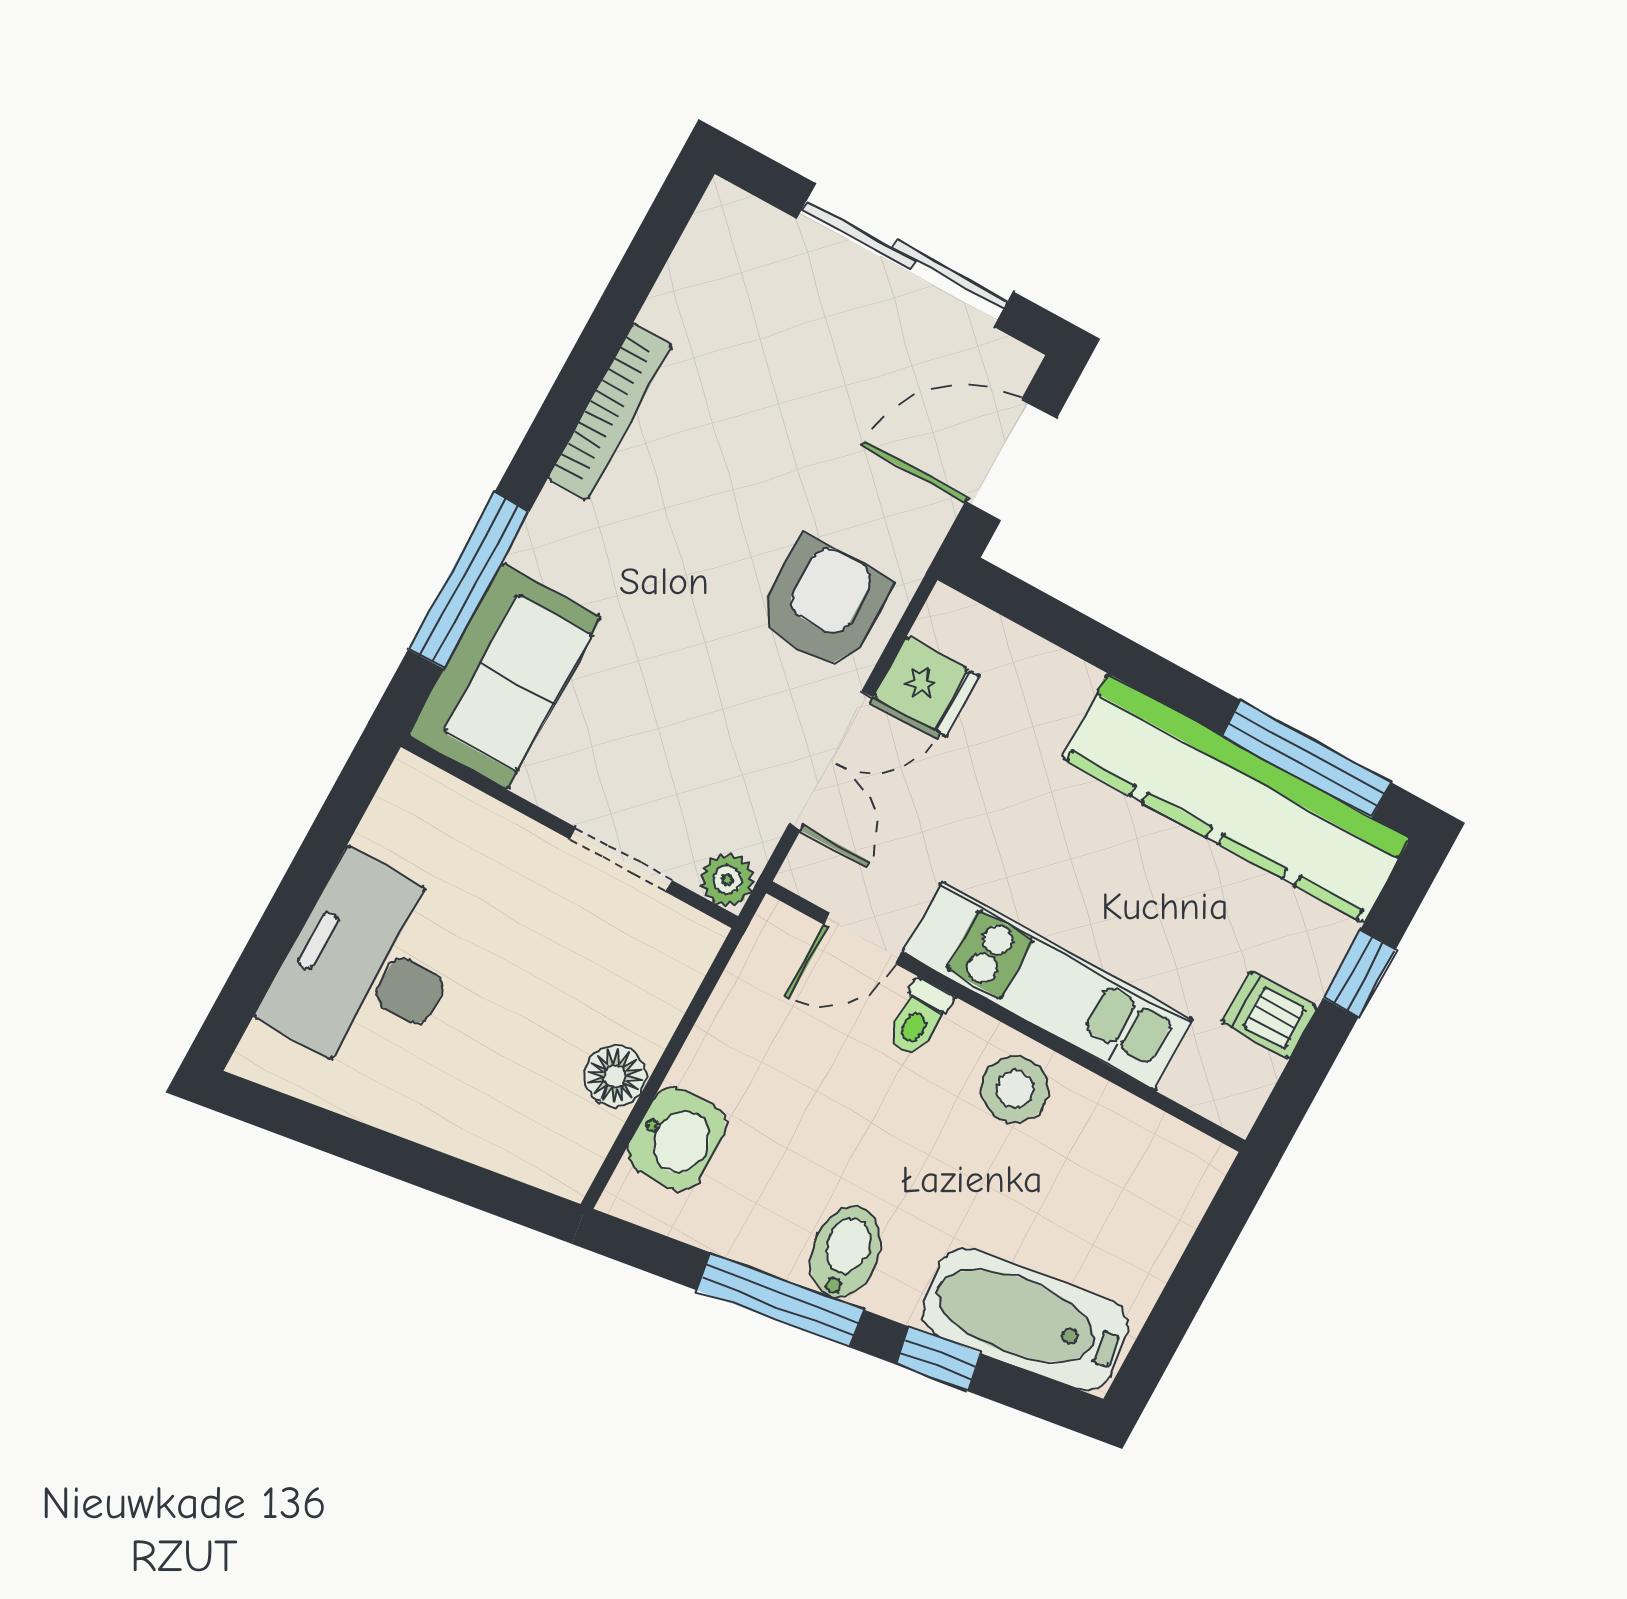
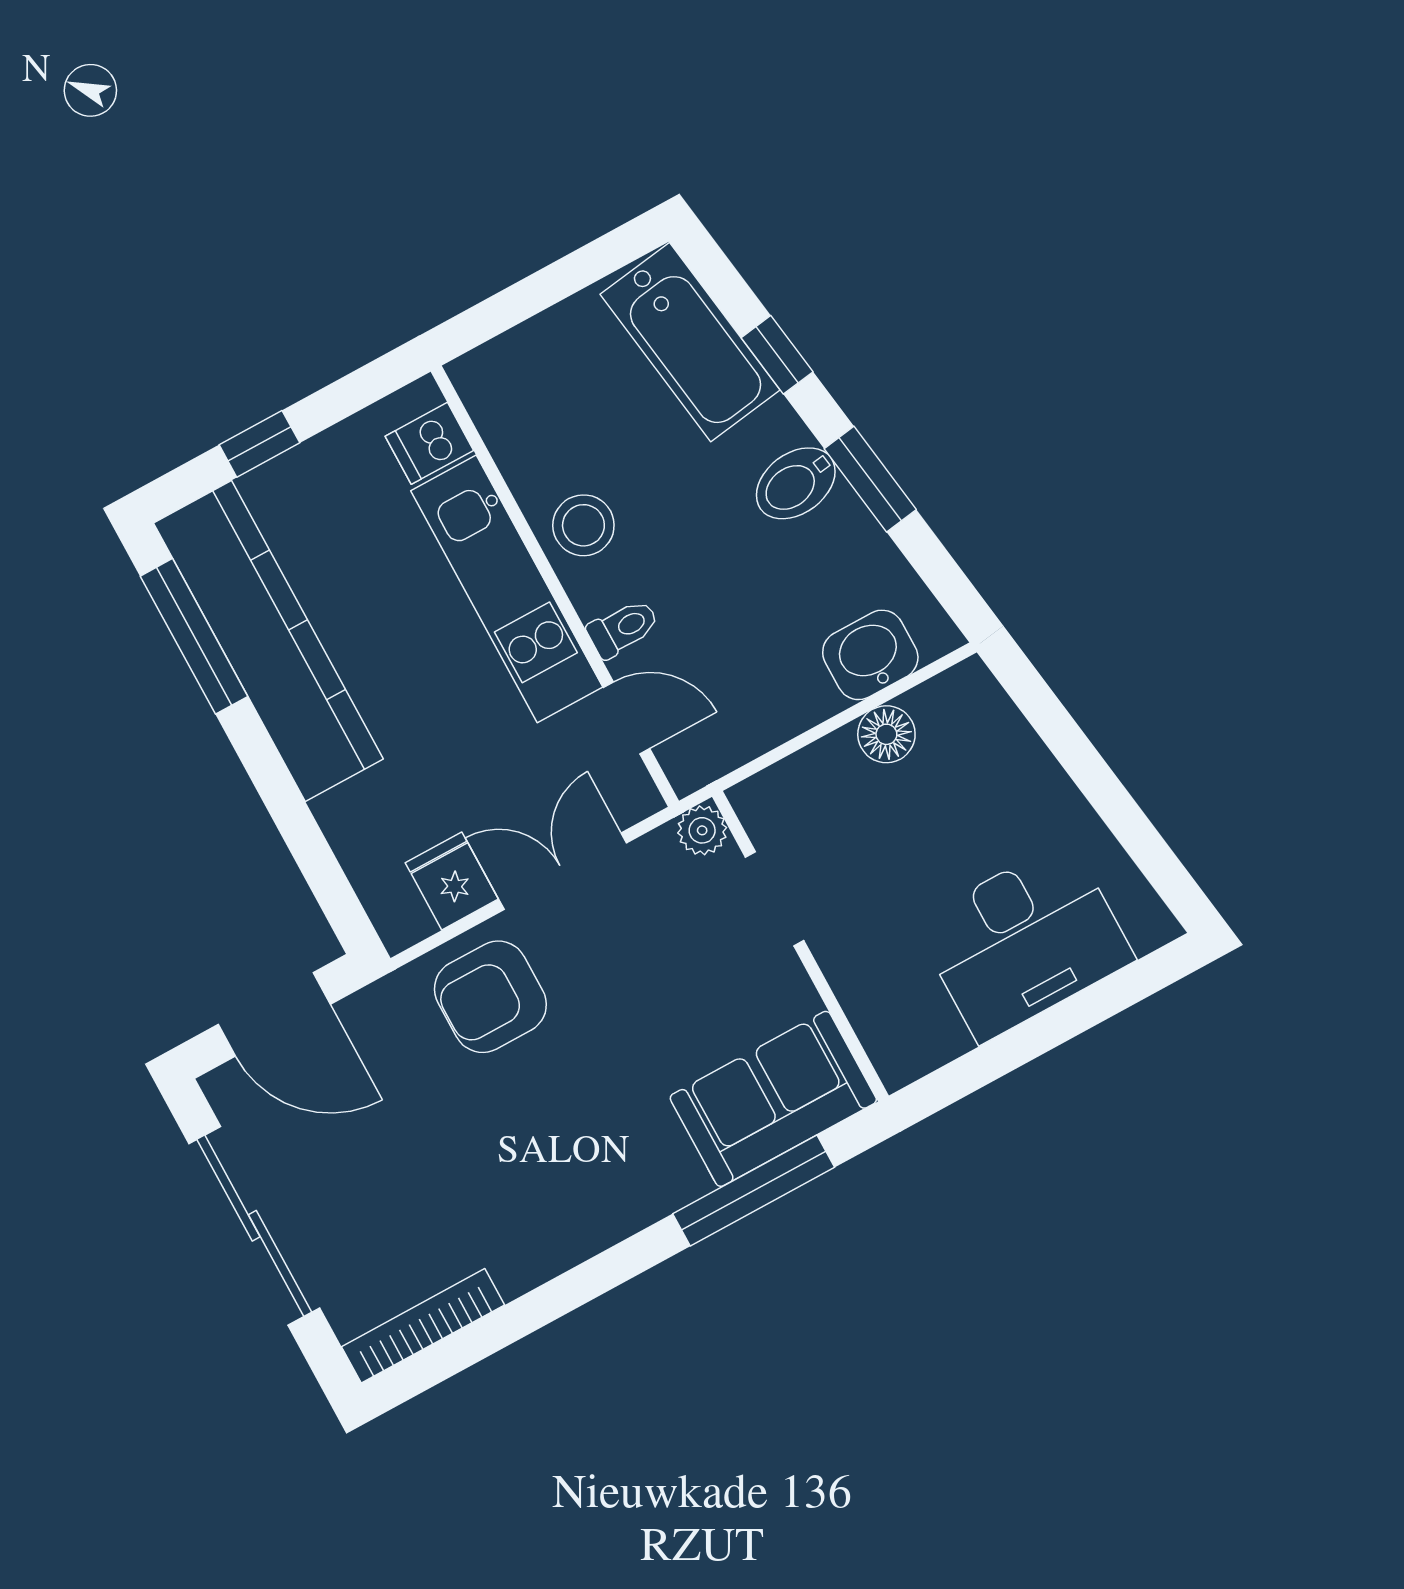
bookcase: (610, 412) -> (423, 1326), moved
dishwasher: (1270, 1015) -> (429, 443), moved, turned 90
window: (780, 1300) -> (870, 479), width x0.69

